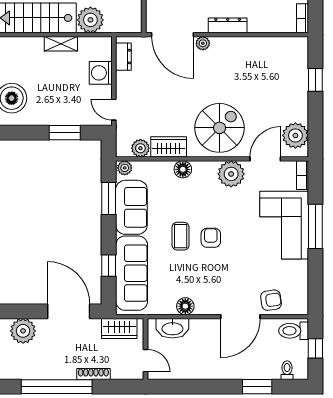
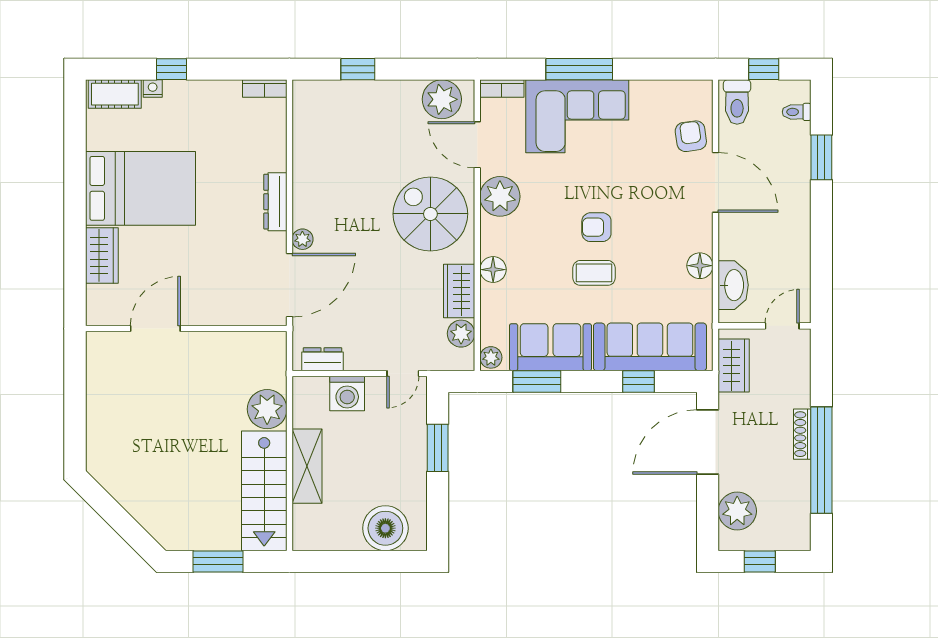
shelving: (61, 44) -> (307, 466), width x1.50, depth x1.33
shoe rack: (93, 374) -> (802, 434), moved

